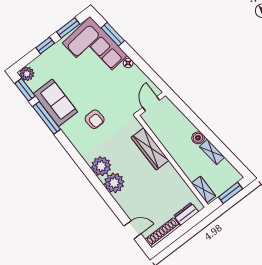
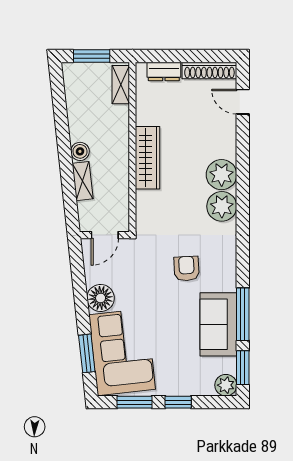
floor lamp: (128, 63) -> (101, 298), width x1.89, depth x1.89
wardrobe: (150, 149) -> (148, 158), moved
shelving: (212, 152) -> (83, 181), moved

